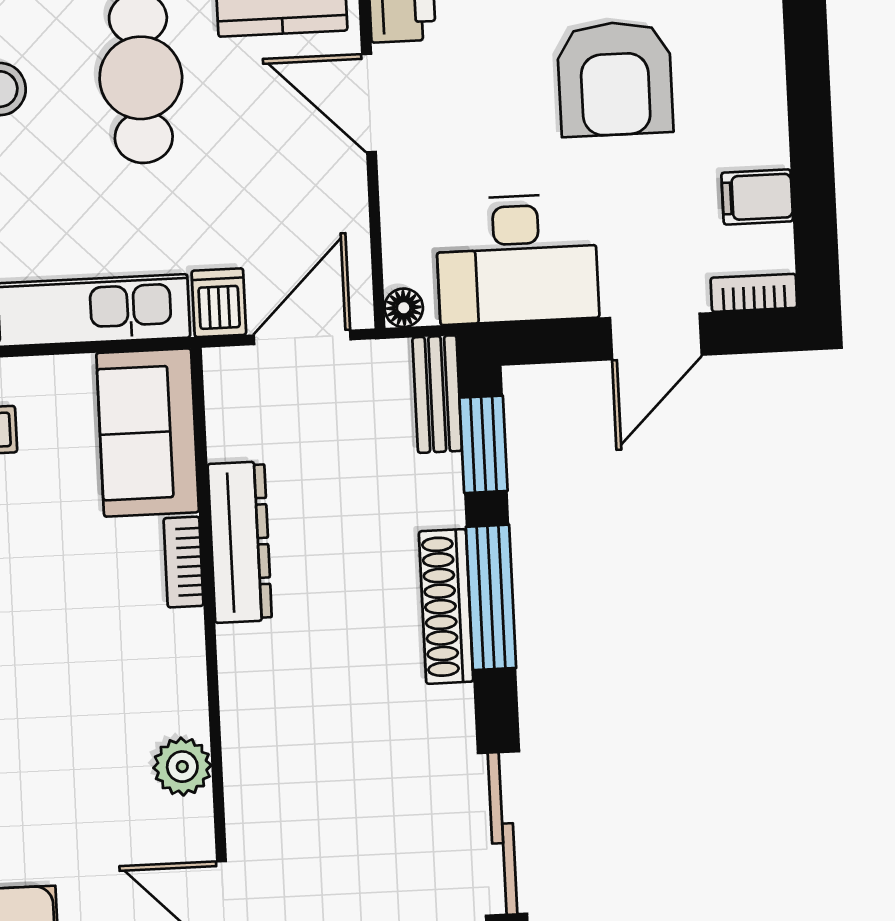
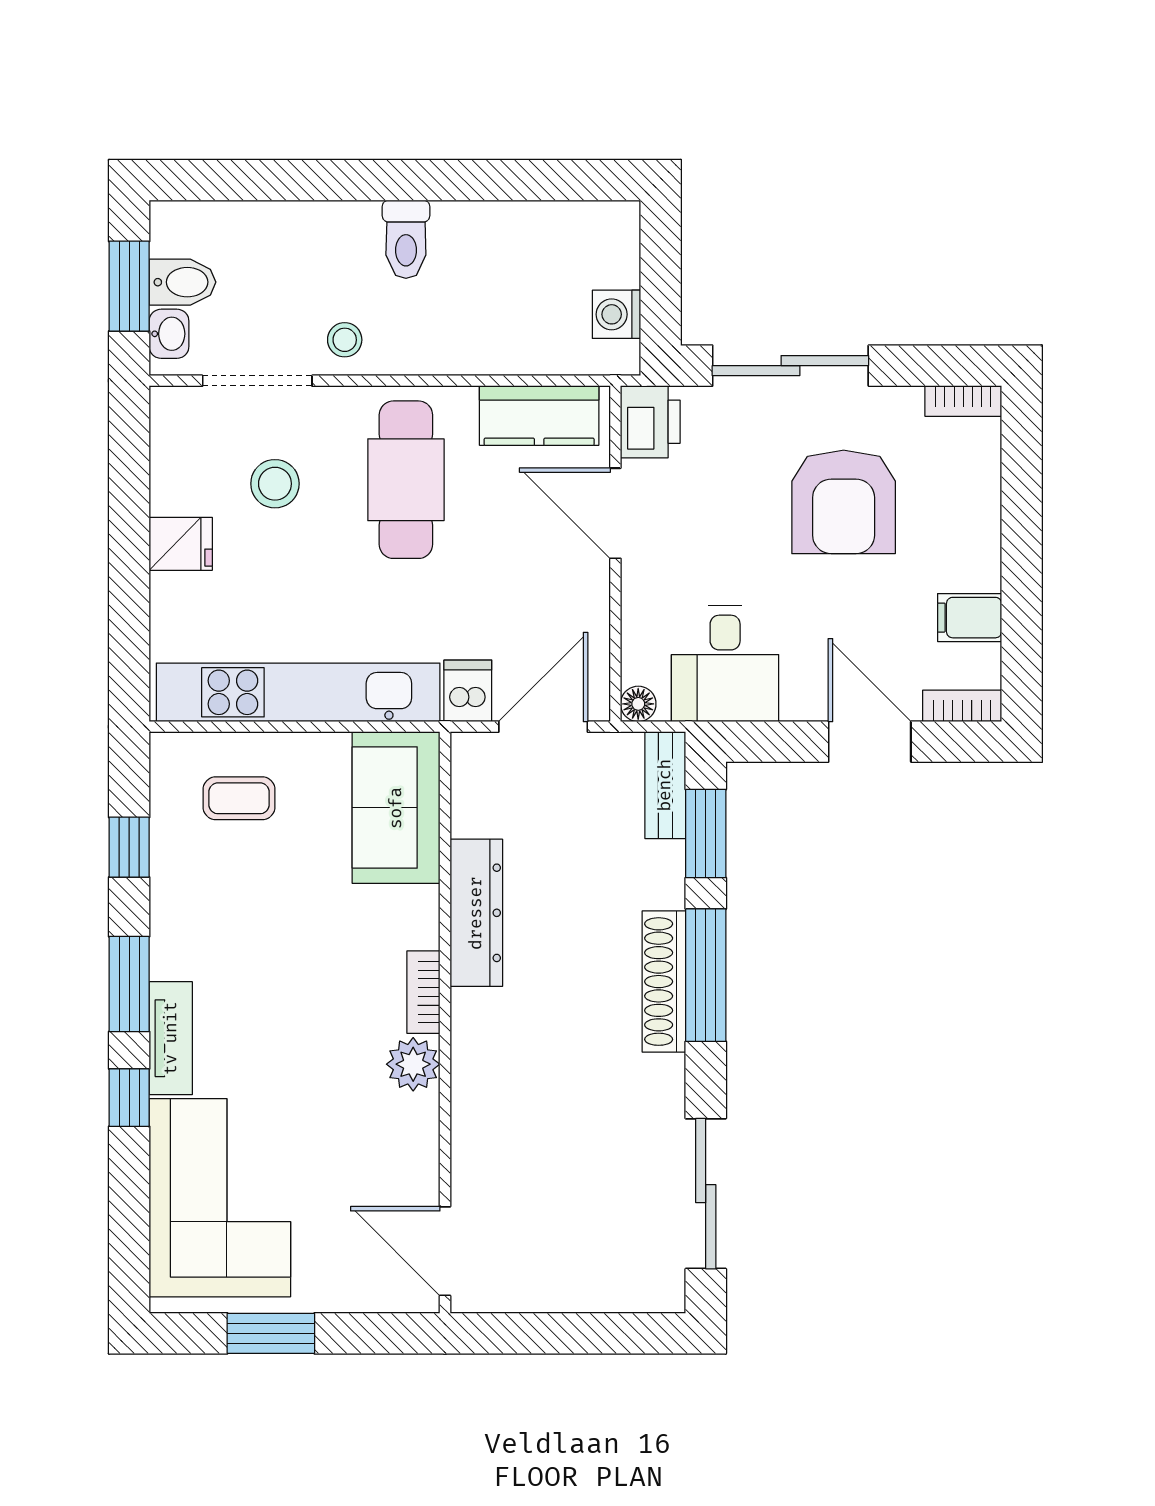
desk: (517, 259) -> (725, 664), width x0.73
door: (656, 336) -> (870, 742), swing flipped
bookcase: (183, 562) -> (423, 992), moved
plant: (182, 767) -> (413, 1064), moved

